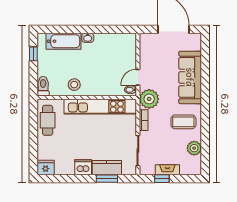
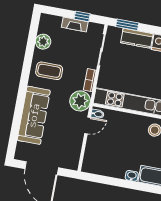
window: (107, 179) -> (127, 25), moved

